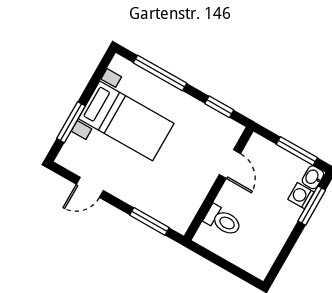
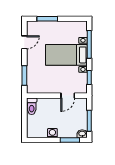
bed with nightstands: (126, 121) -> (66, 55), moved, turned 90
door: (90, 187) -> (24, 42), swing flipped
washing machine: (301, 196) -> (52, 133), moved
toilet: (223, 221) -> (32, 106), moved

